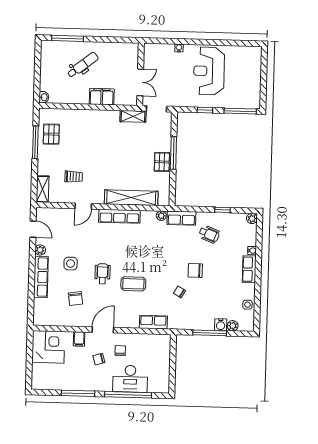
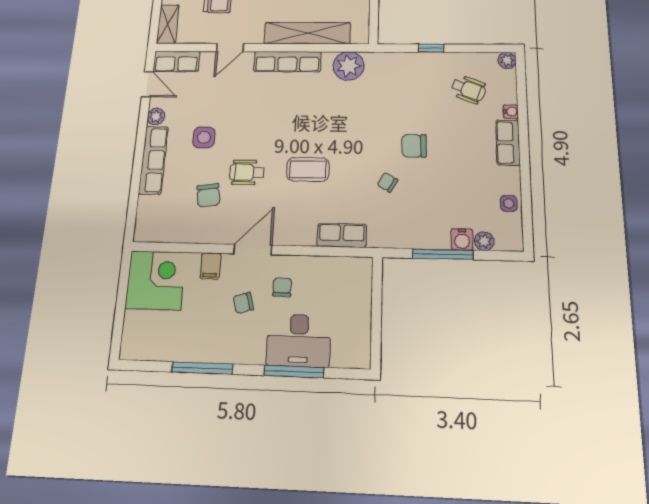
window: (222, 210) -> (431, 48), moved
plant: (161, 216) -> (349, 66), width x1.88, depth x1.88
row of seats: (181, 218) -> (177, 61), moved
wheelchair: (209, 234) -> (469, 89), moved
wheelchair: (102, 274) -> (247, 172), moved, turned -90
window: (128, 395) -> (294, 372), width x0.68

